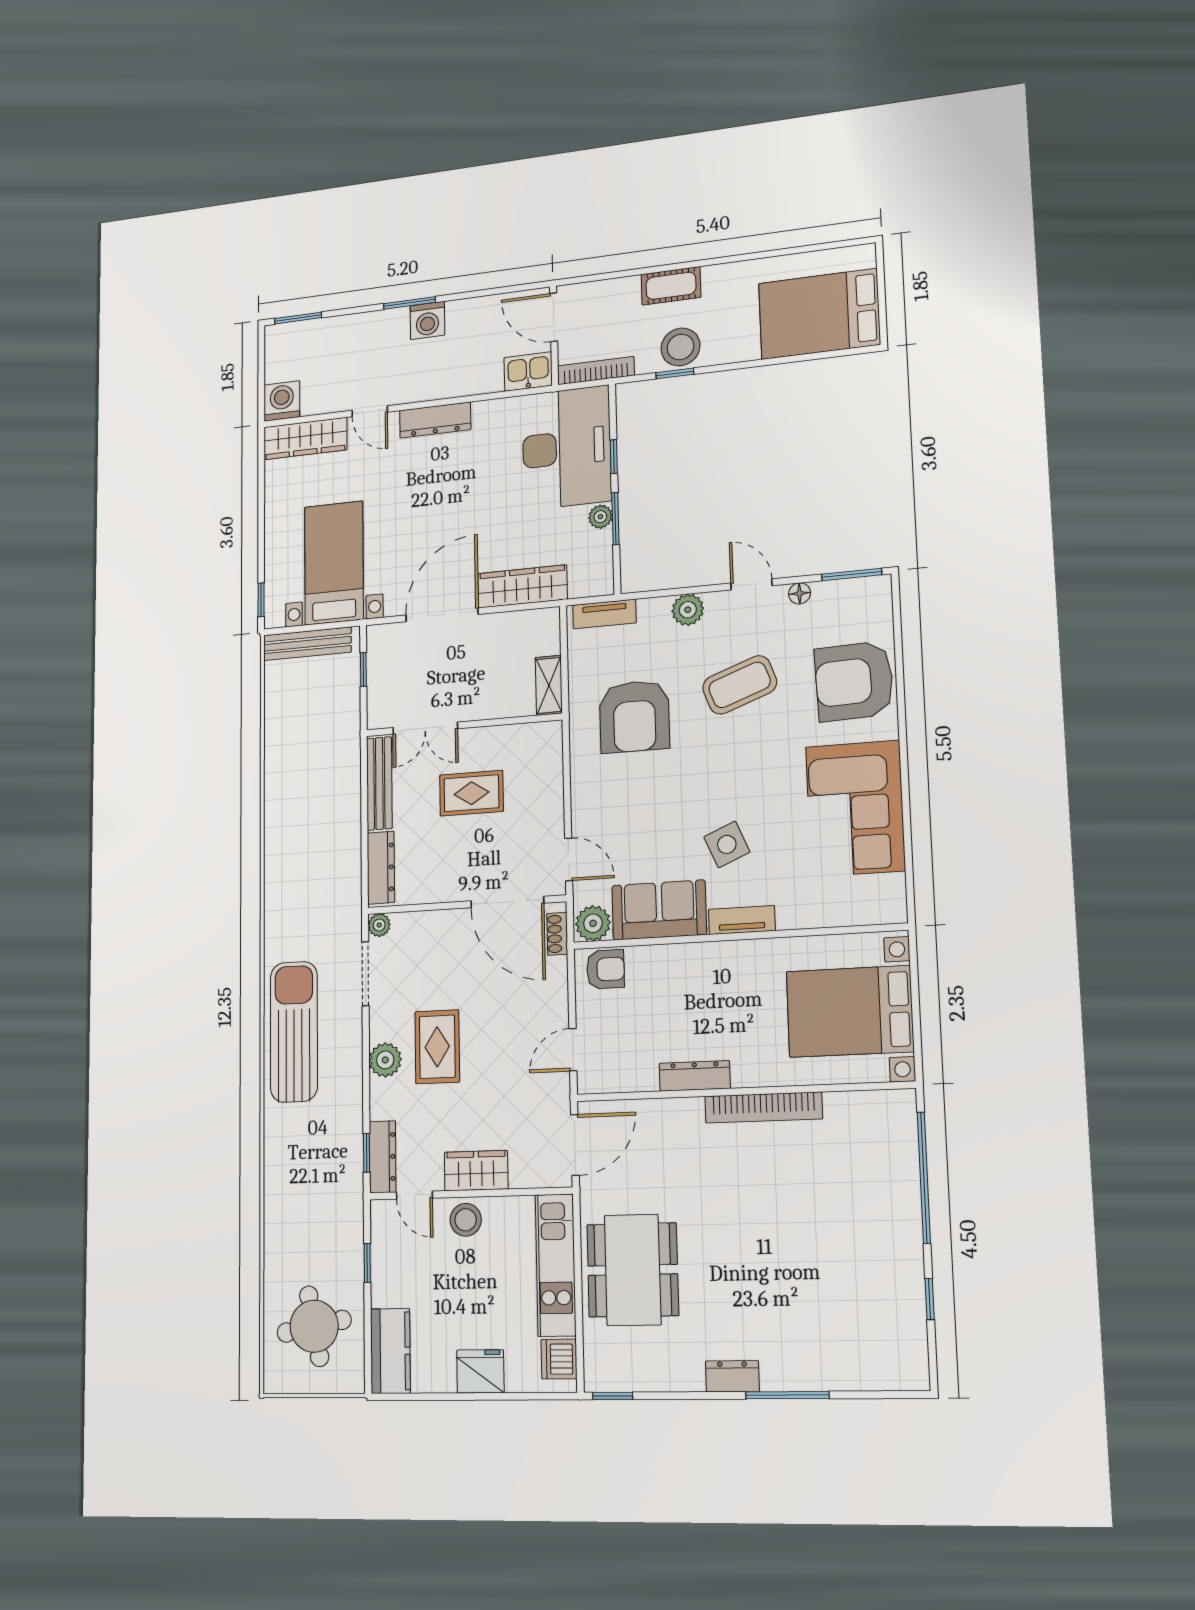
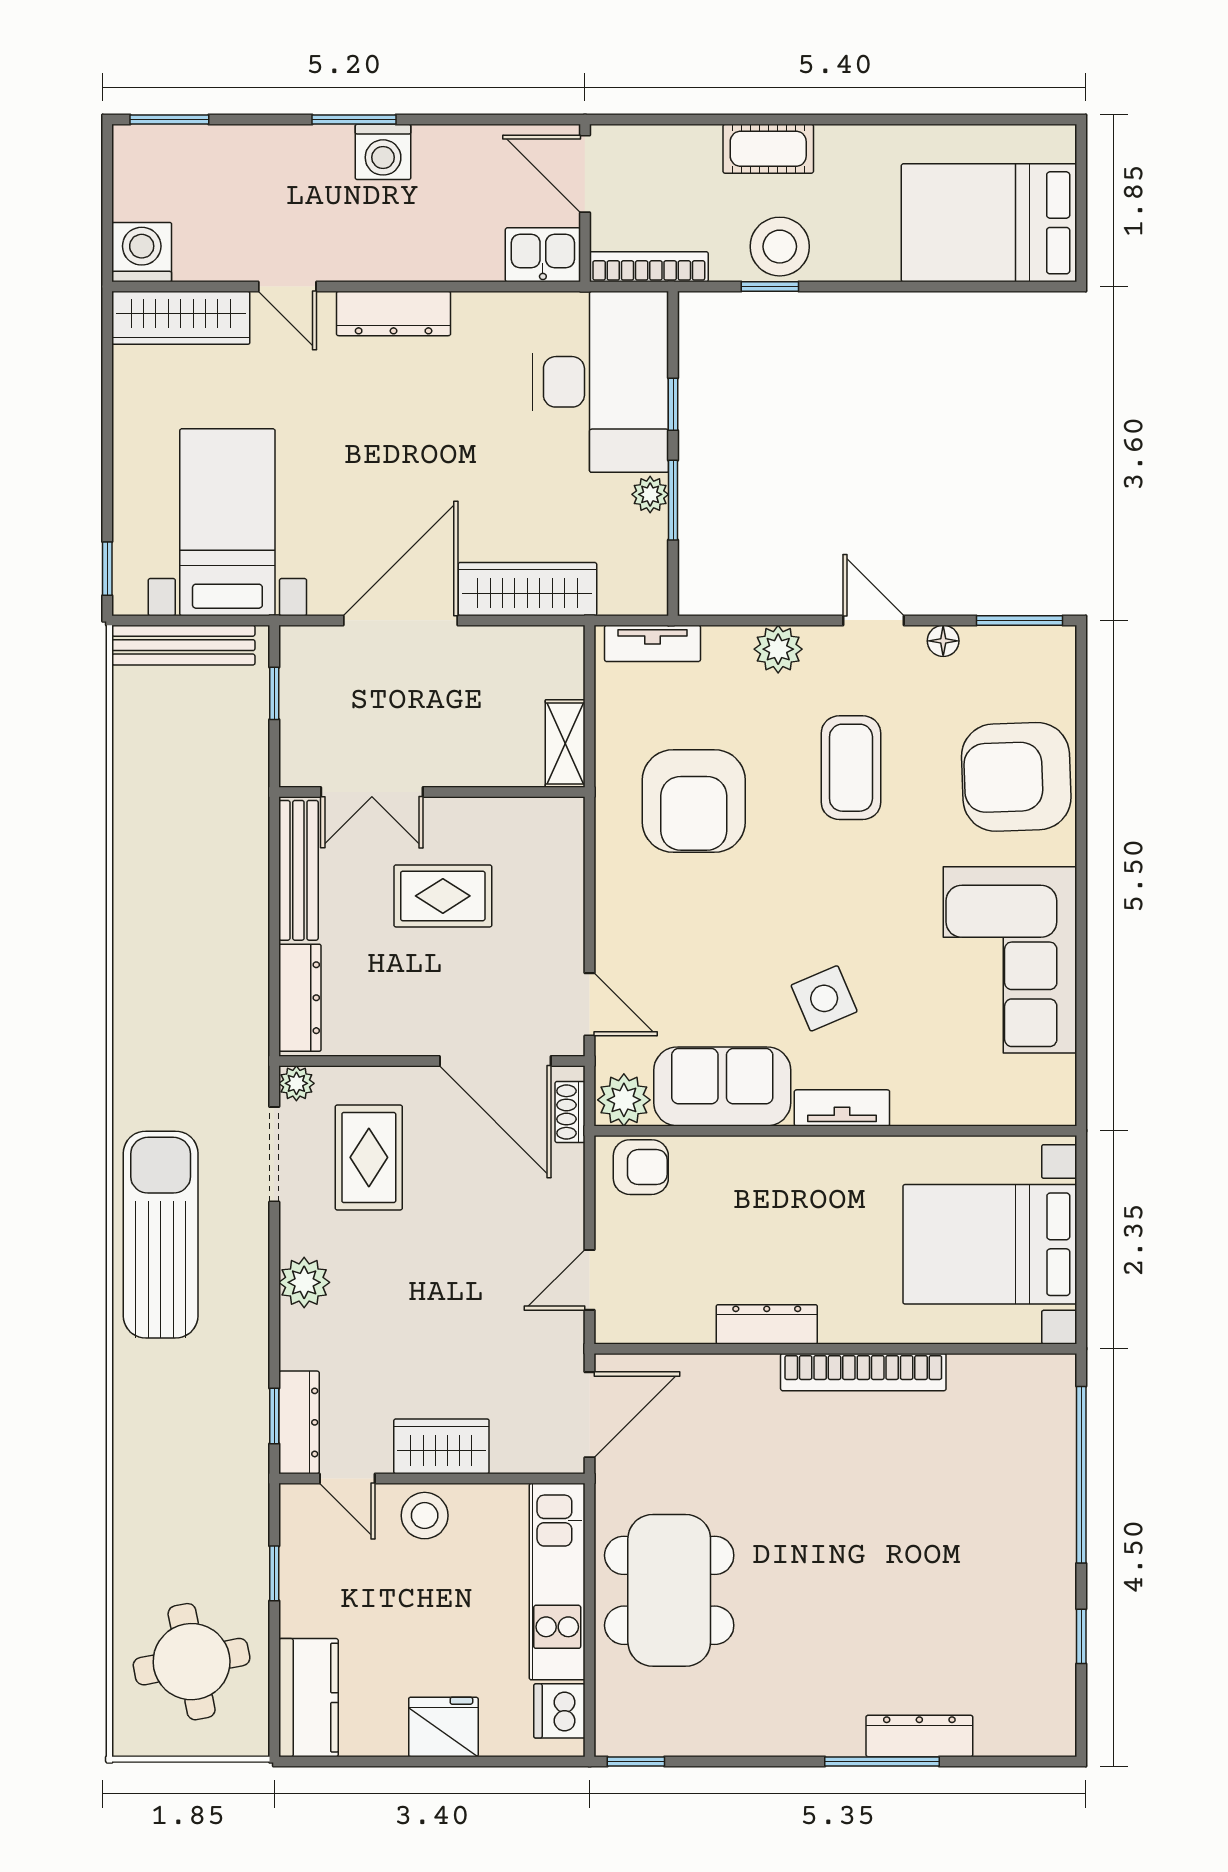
coffee table: (740, 685) -> (851, 768), turned -70
rug: (437, 1047) -> (369, 1157), moved
dresser: (732, 1376) -> (919, 1736), moved, width x1.44

